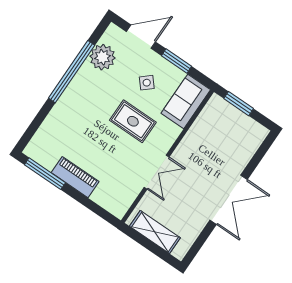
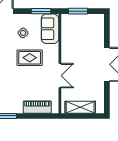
window: (177, 61) -> (41, 11), moved
piano: (75, 177) -> (37, 107), moved

